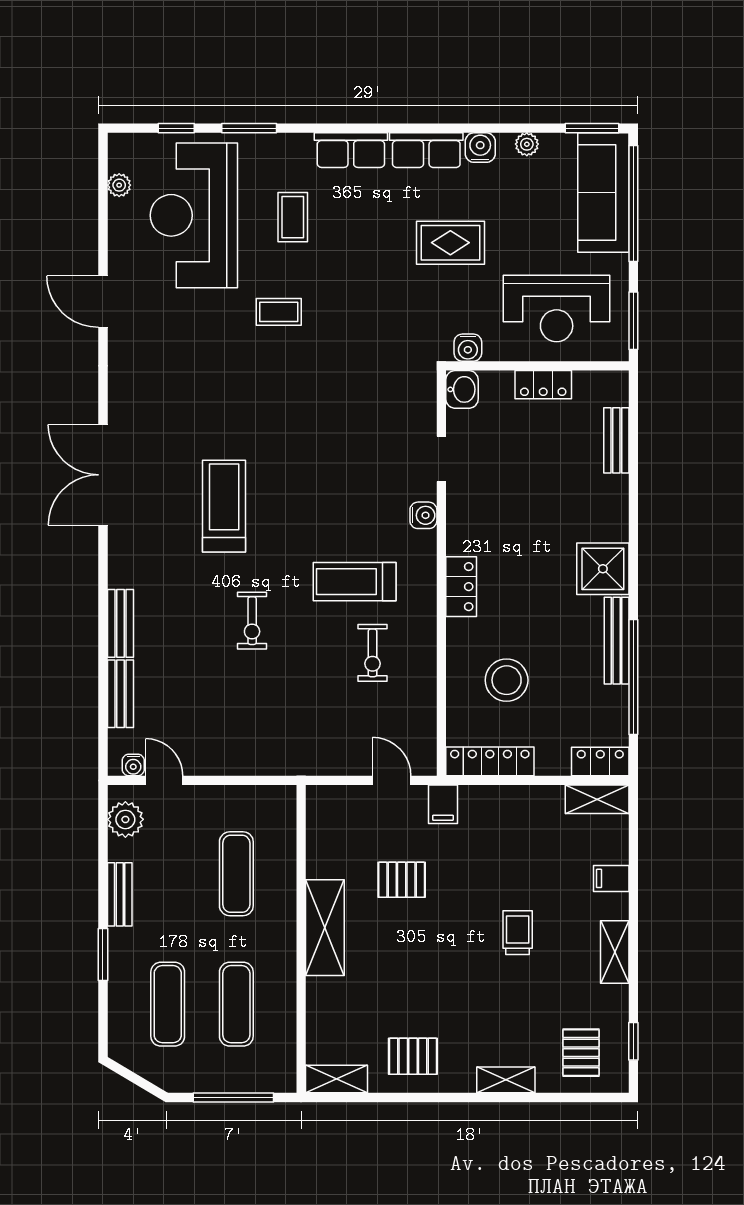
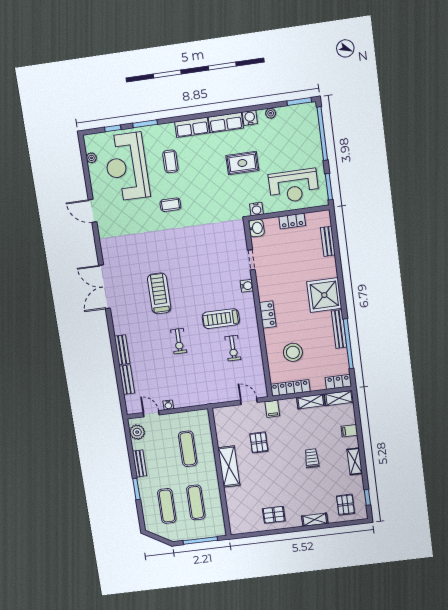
sofa: (603, 193) -> (308, 130), removed
shower: (603, 569) -> (324, 295), width x1.37, depth x1.37
water cooler: (133, 765) -> (168, 405), moved
pallet: (402, 880) -> (259, 442), turned 90
shelving: (337, 1079) -> (311, 401), moved

